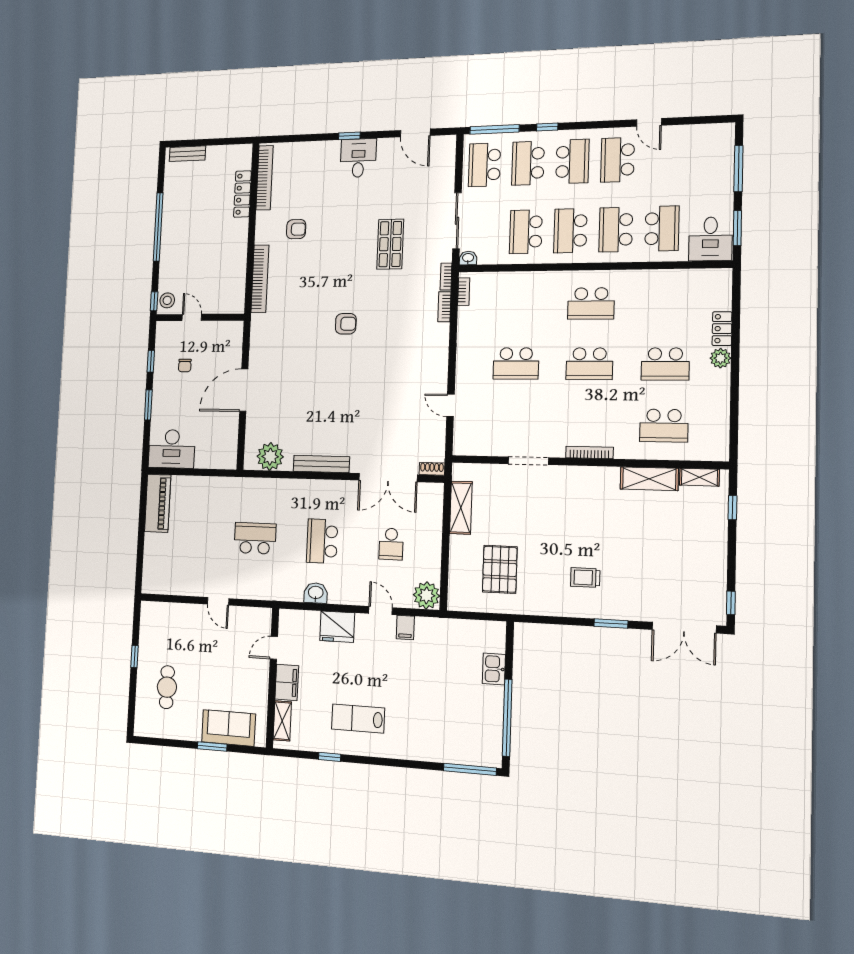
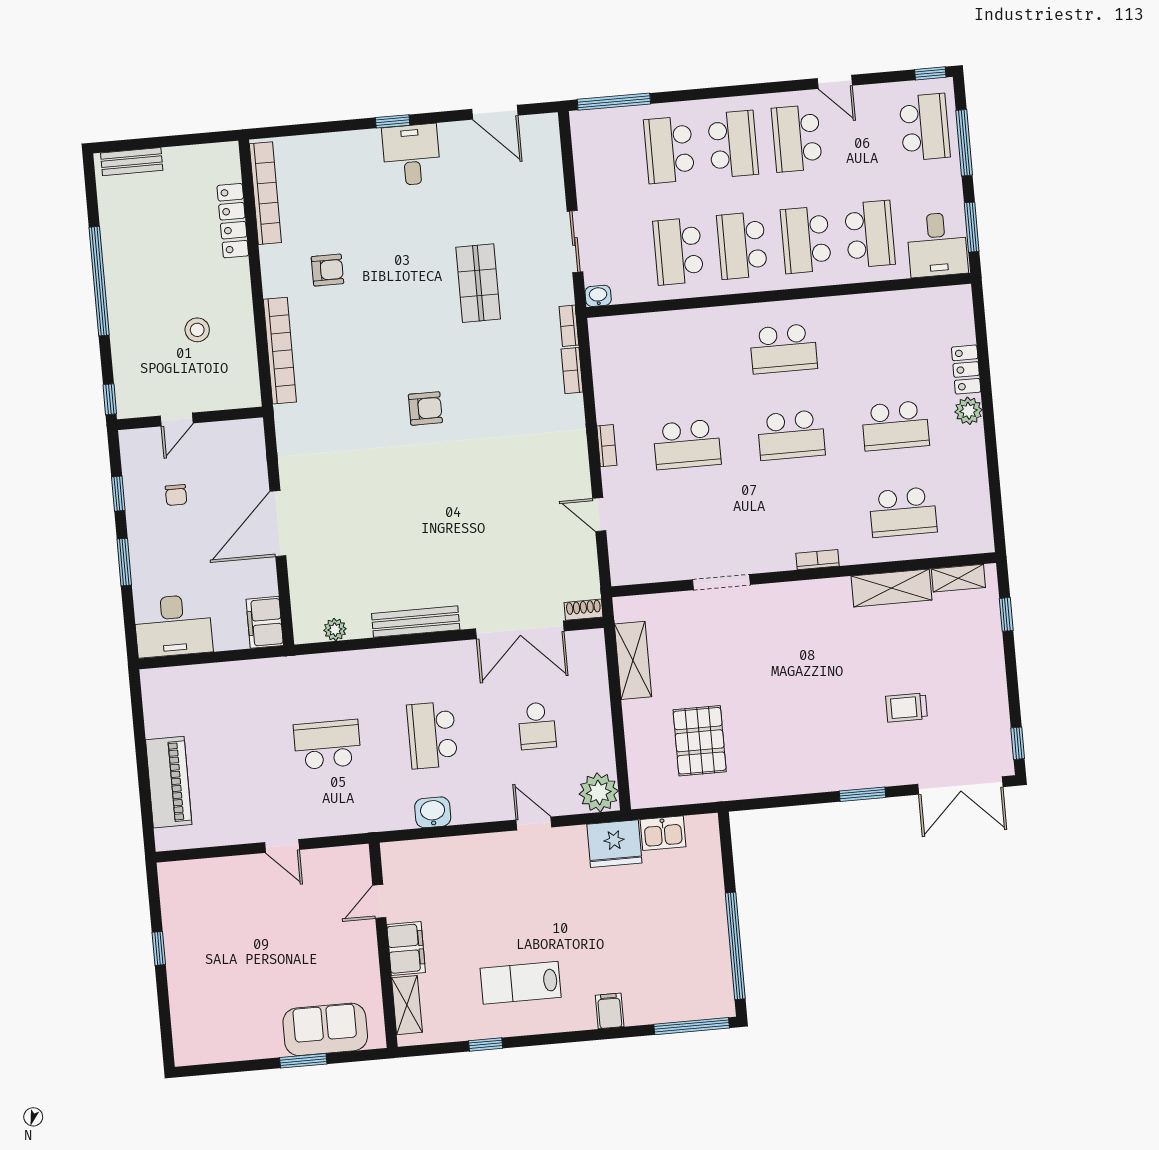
window: (547, 127) -> (930, 73), moved
school desk: (484, 165) -> (925, 127), moved, turned 180
sliding door: (457, 221) -> (575, 242), width x0.73
bookcase: (464, 292) -> (607, 446), moved
stool: (167, 300) -> (197, 330), moved
door: (192, 317) -> (177, 420), swing flipped
bookcase: (589, 452) -> (818, 560), width x0.64
filing cabinet: (227, 453) -> (265, 622), added
plant: (270, 457) -> (335, 630), width x0.53, depth x0.53
piano: (158, 503) -> (169, 782), moved
trolley: (585, 578) -> (906, 707), moved
fridge: (337, 627) -> (614, 844), moved
filing cabinet: (405, 627) -> (610, 1011), moved, turned 180
kitchen sink: (494, 669) -> (663, 833), moved, turned -90
cafe table: (167, 687) -> (218, 986), removed

